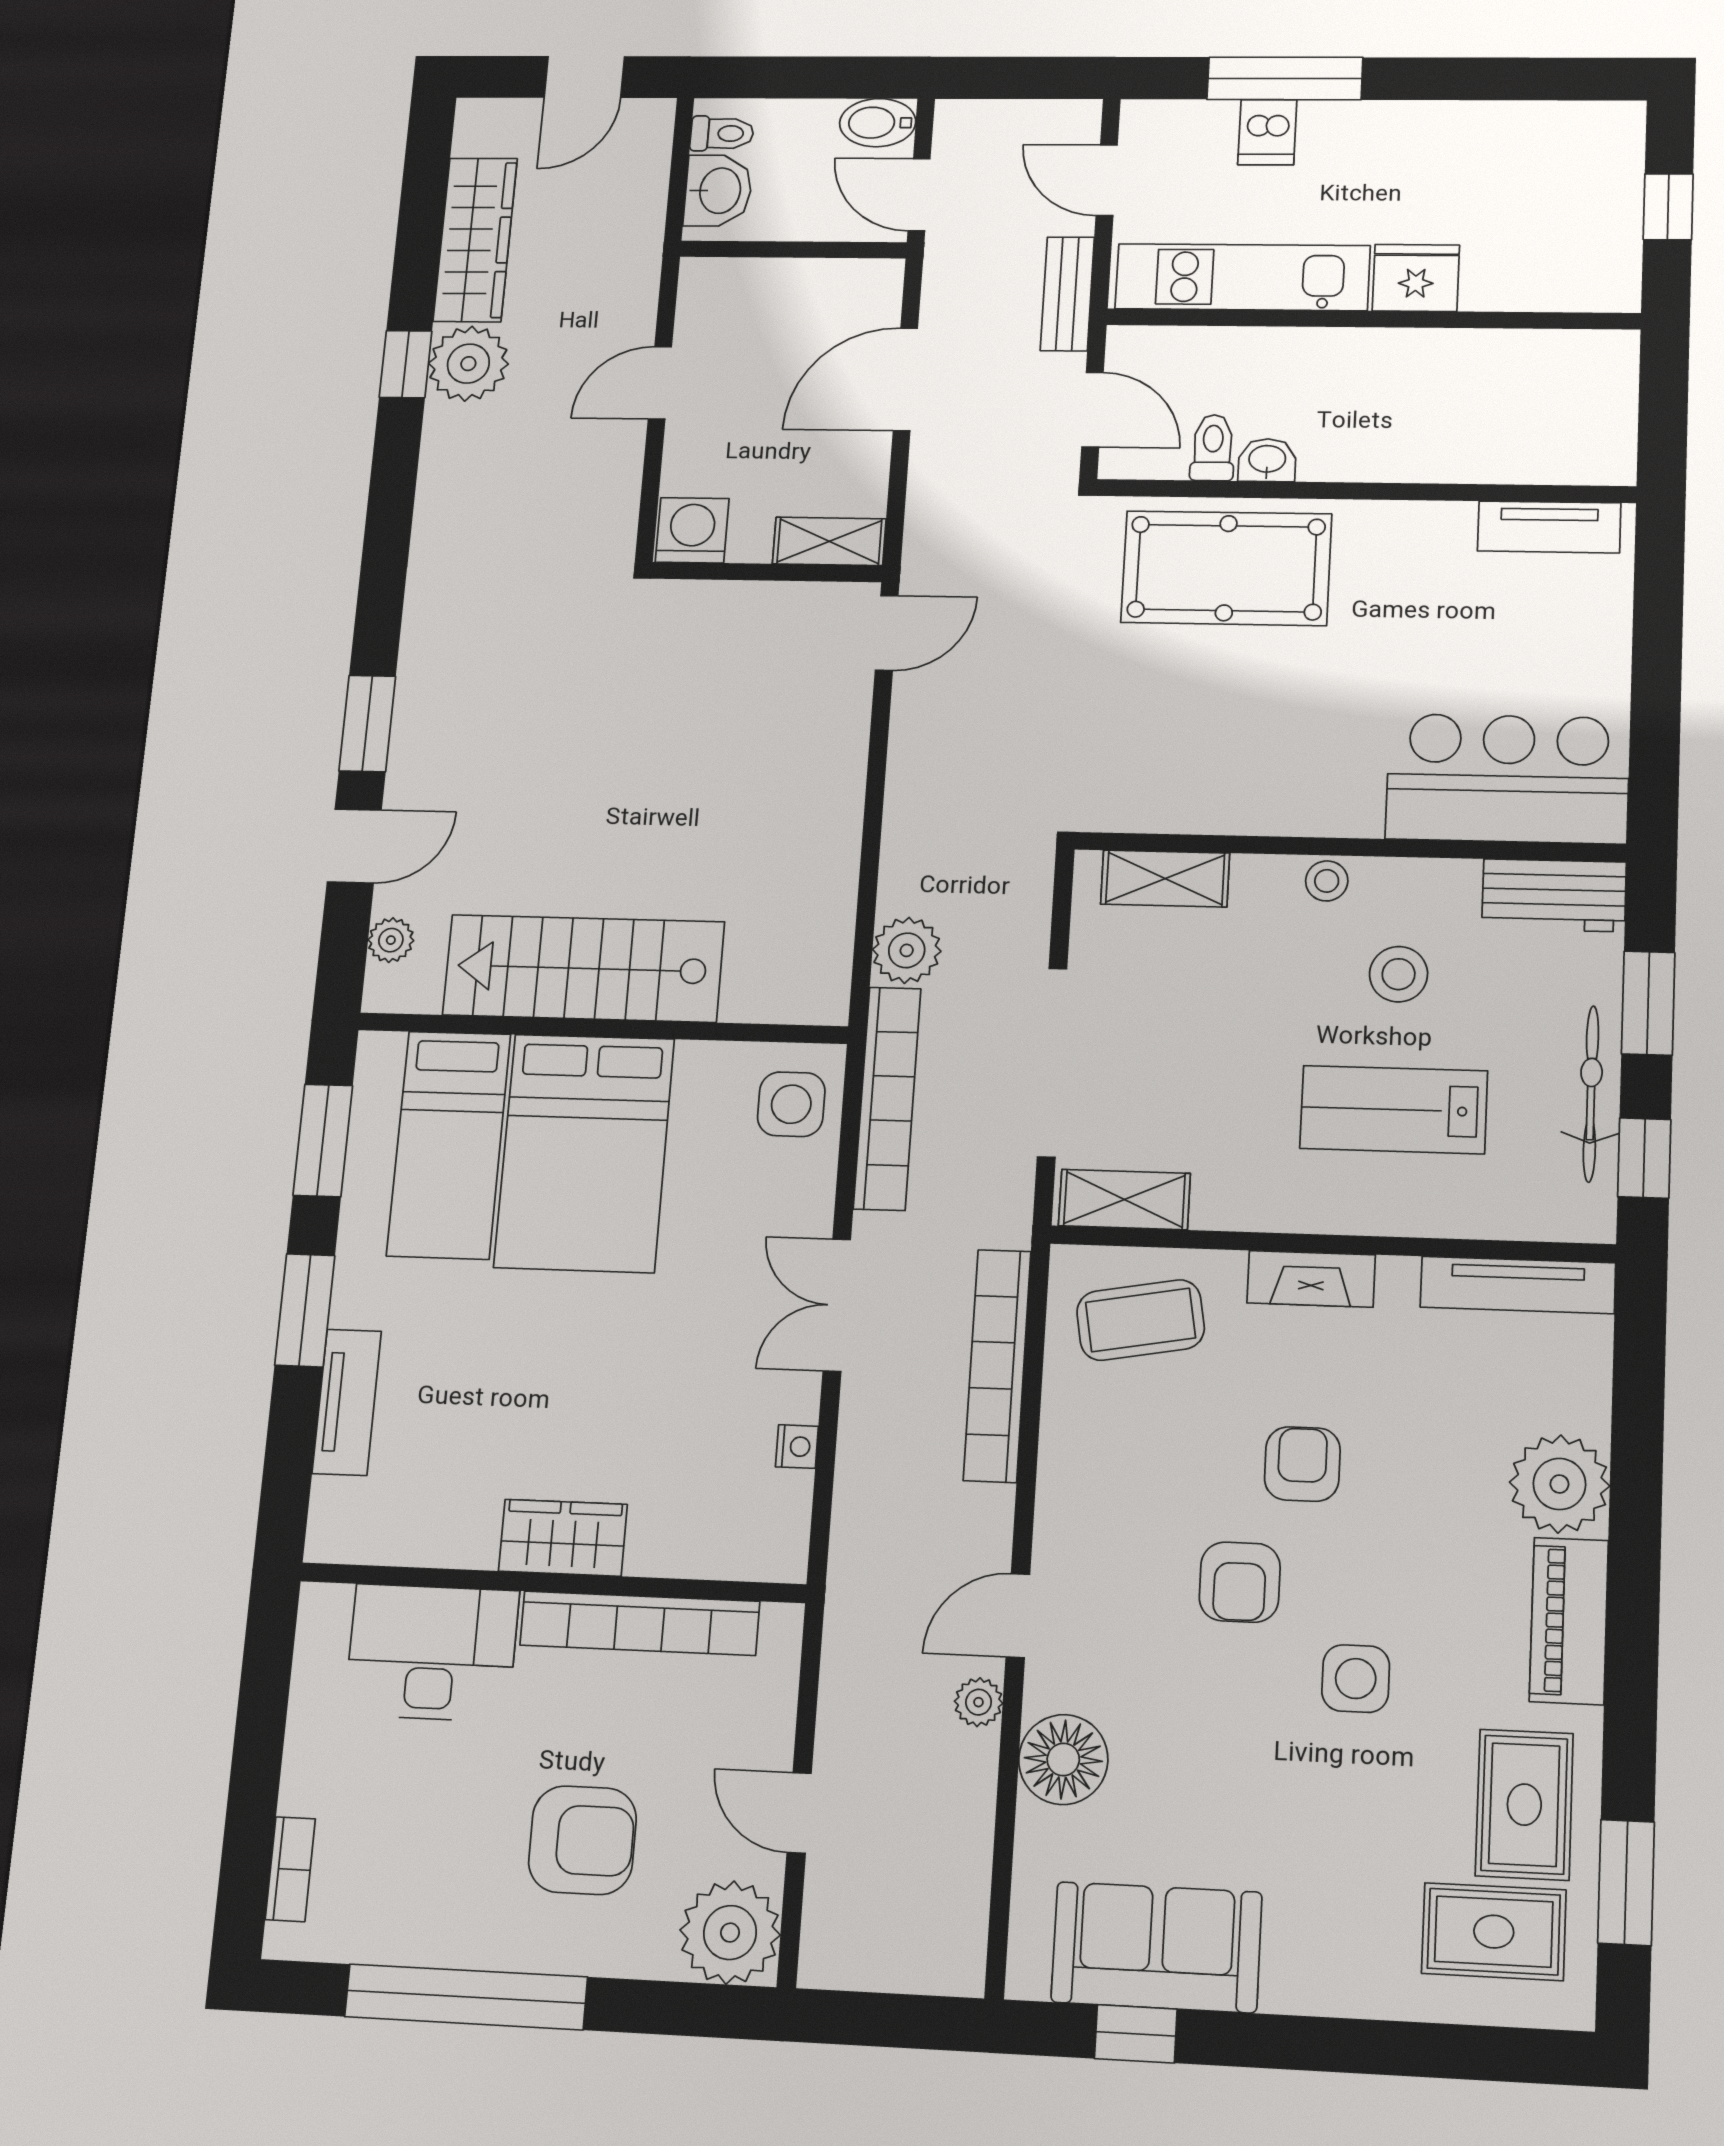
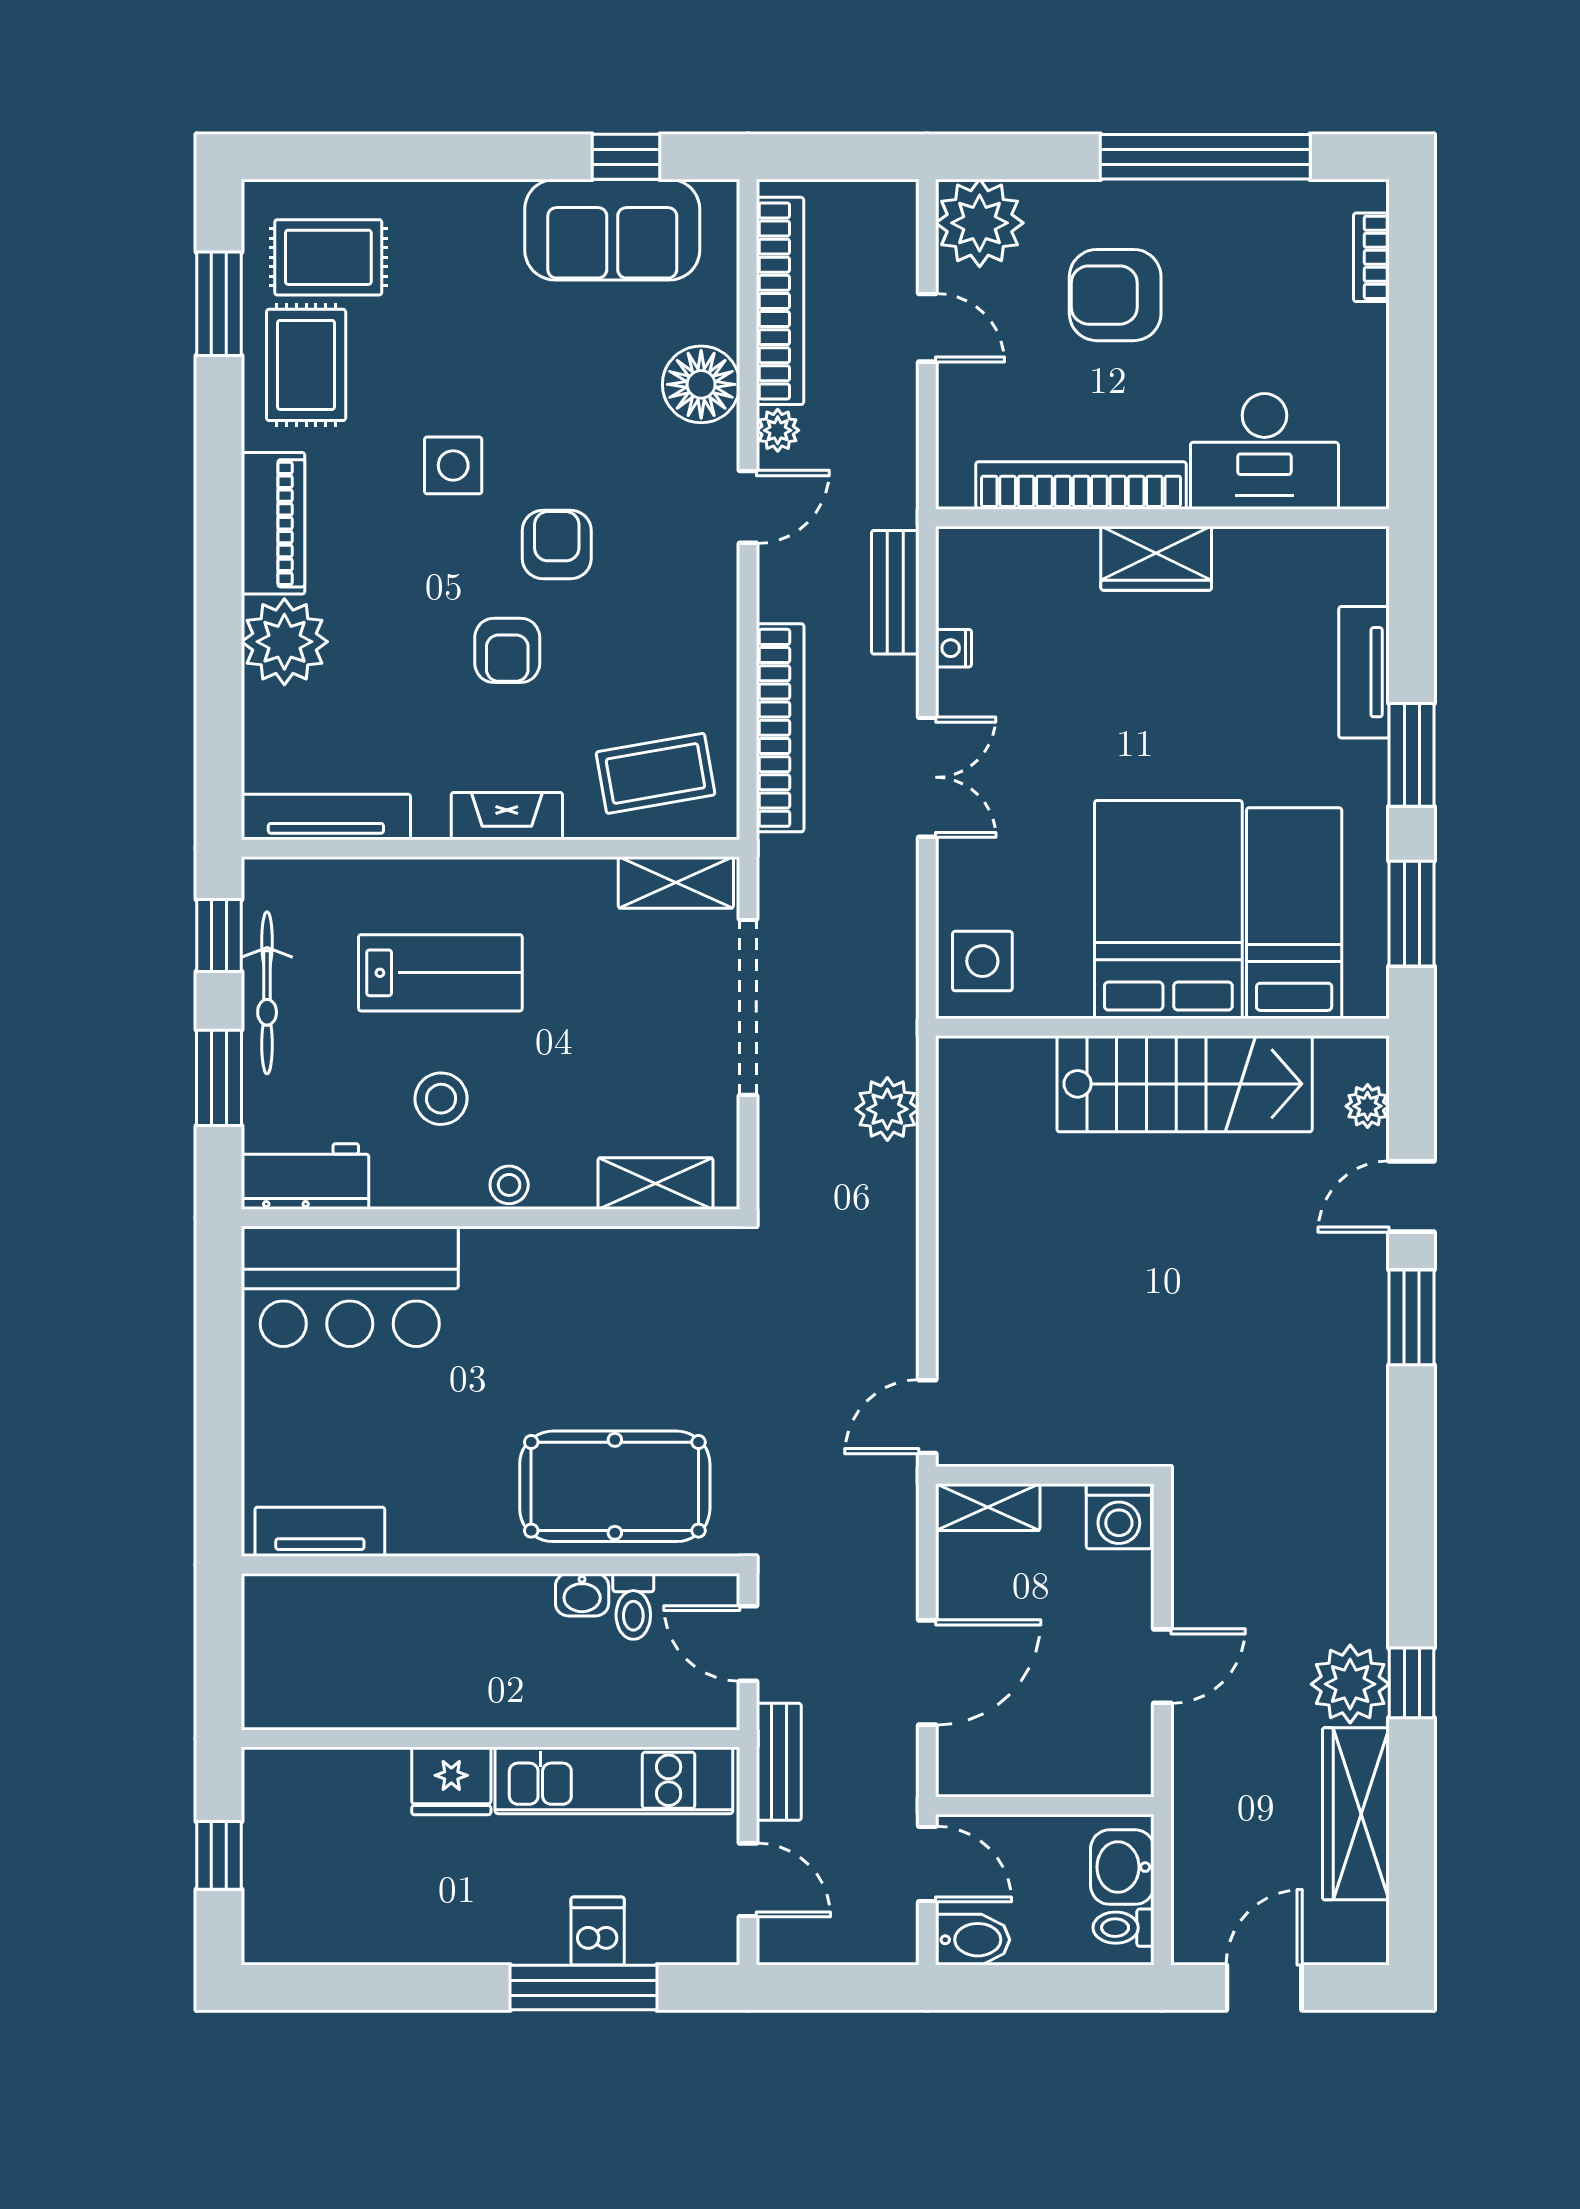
bookcase: (887, 1098) -> (780, 301), moved, turned 180
bench: (858, 1512) -> (895, 592), added

